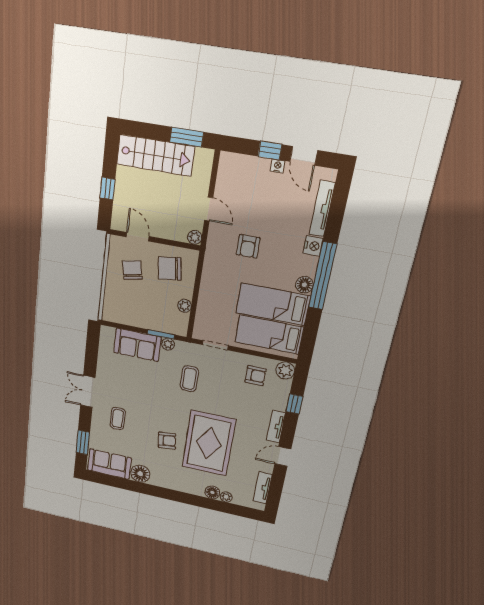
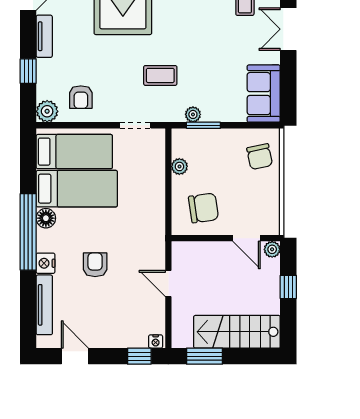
window: (270, 150) -> (139, 356), moved
nightstand: (277, 166) -> (156, 342), moved
plant: (195, 237) -> (272, 249), moved
armchair: (248, 246) -> (95, 265), moved
chair: (132, 270) -> (260, 157), moved
sofa: (137, 345) -> (264, 94), moved, turned -90
armchair: (255, 376) -> (81, 97), turned -90
coffee table: (189, 379) -> (160, 75), turned 90
double door: (88, 391) -> (288, 29), swing flipped

